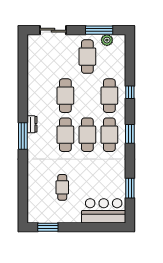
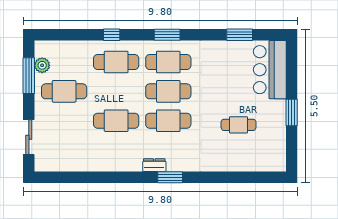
window: (23, 136) -> (170, 177), width x0.69
window: (48, 227) -> (292, 113), moved

